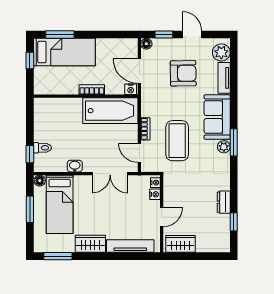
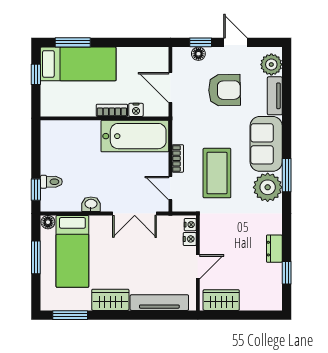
floor lamp: (146, 44) -> (198, 54), moved
nightstand: (131, 89) -> (136, 110), moved
plant: (224, 147) -> (268, 187), width x1.88, depth x1.88

